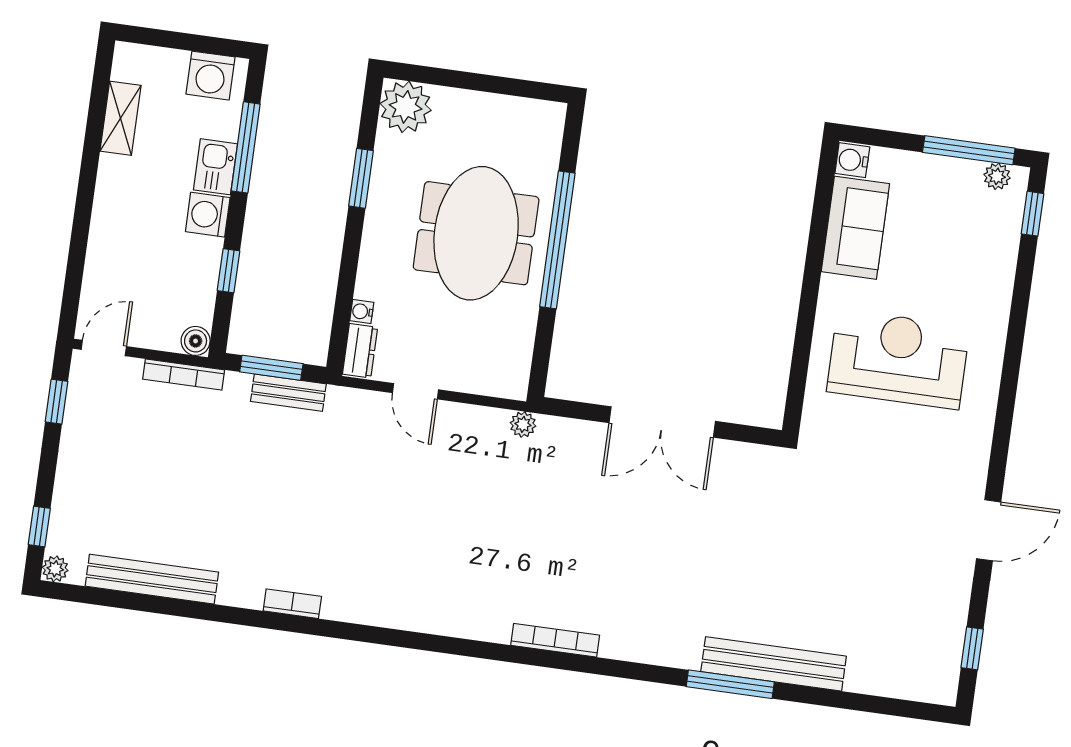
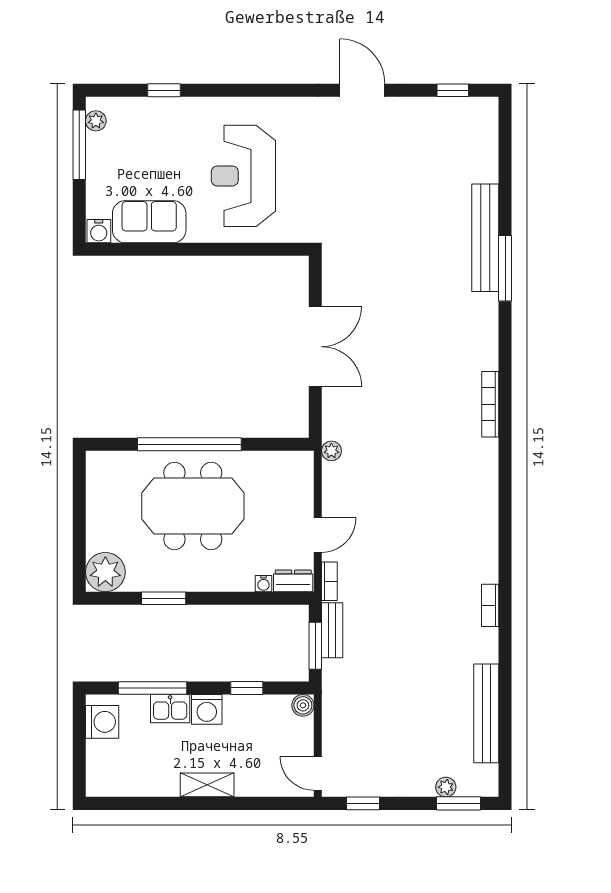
shelving: (121, 118) -> (207, 785), moved
window: (1032, 214) -> (164, 90), moved
bookcase: (184, 375) -> (329, 581), moved, width x0.64
window: (39, 527) -> (459, 803), width x1.50
plant: (55, 569) -> (446, 787), moved

